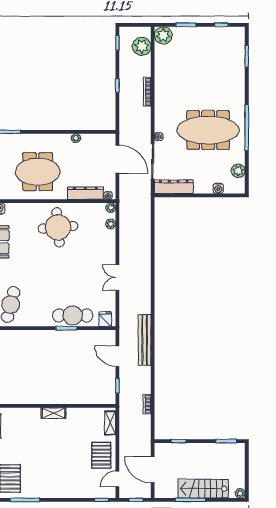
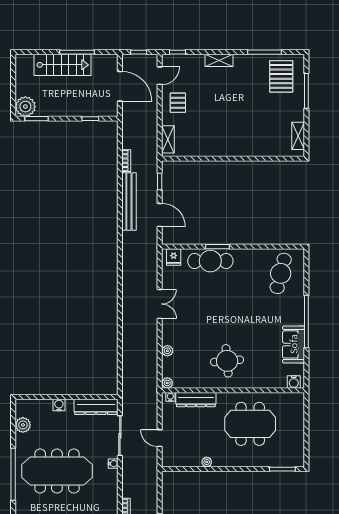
door: (117, 159) -> (160, 438), width x0.53
water cooler: (218, 188) -> (59, 405), moved
plant: (111, 224) -> (167, 351), moved
round table: (58, 227) -> (227, 361), width x0.73, depth x0.73
bench: (145, 340) -> (129, 202), moved
shelving: (54, 413) -> (219, 60), moved
pallet: (101, 455) -> (178, 103), width x0.67, depth x0.71
plant: (240, 493) -> (25, 107), moved, width x1.88, depth x1.88

